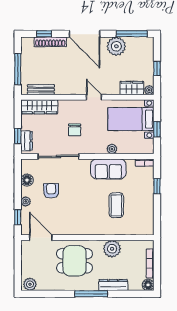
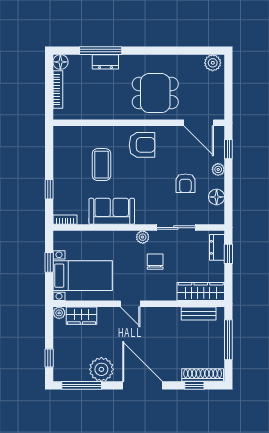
shoe rack: (50, 42) -> (203, 375), moved
window: (157, 68) -> (49, 358), moved
plant: (112, 149) -> (143, 237), moved
sliding door: (59, 156) -> (176, 228), width x0.73
armchair: (85, 221) -> (142, 145), added
plant: (112, 249) -> (107, 109), removed
dresser: (113, 285) -> (105, 62), width x0.70
window: (91, 294) -> (101, 51), moved

